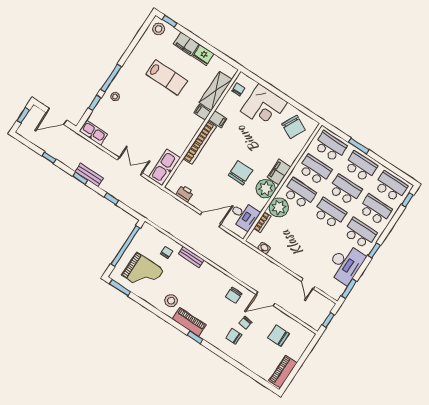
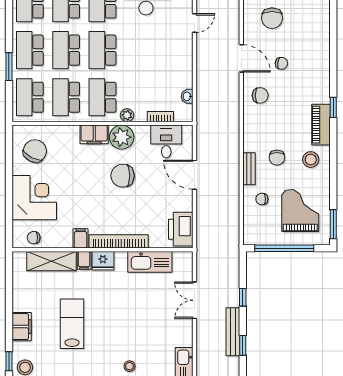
fridge: (203, 55) -> (103, 261), moved, turned 90
kitchen sink: (165, 167) -> (150, 262), moved
bench: (89, 175) -> (233, 332), width x1.36
printer: (185, 193) -> (181, 229), width x1.87, depth x1.48
plant: (279, 207) -> (127, 115), width x0.53, depth x0.53
chair: (234, 336) -> (277, 158), moved

